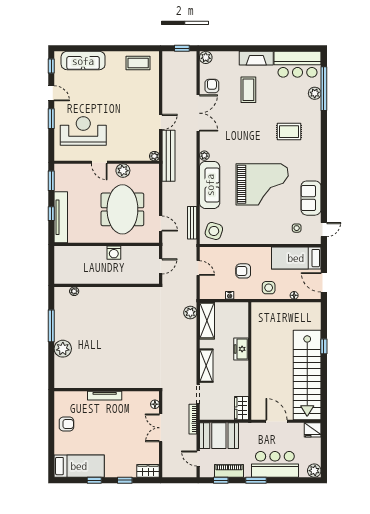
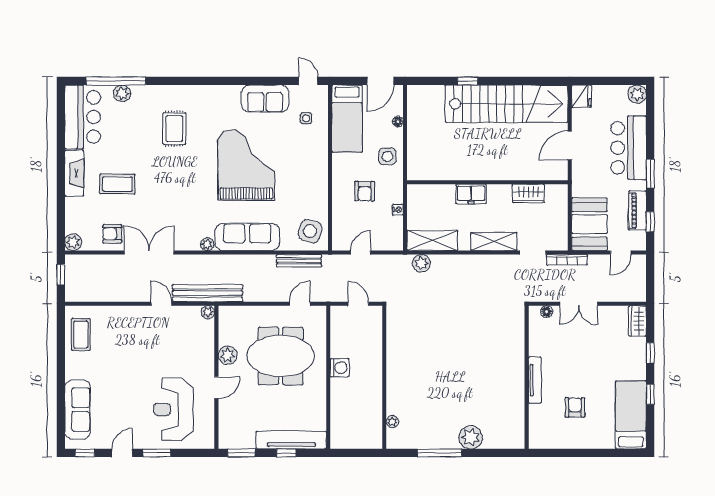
wardrobe: (241, 408) -> (528, 193), moved
armchair: (66, 424) -> (575, 407), moved

